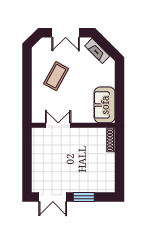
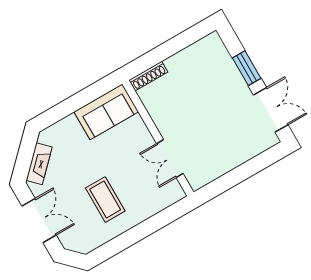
coffee table: (56, 76) -> (105, 200), turned 61

